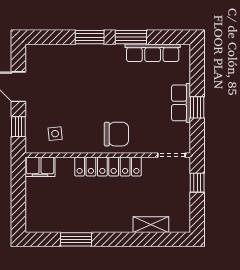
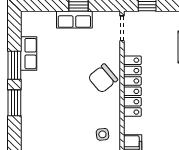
row of seats: (153, 53) -> (29, 54), width x0.68
chair: (116, 134) -> (103, 78), turned -130

